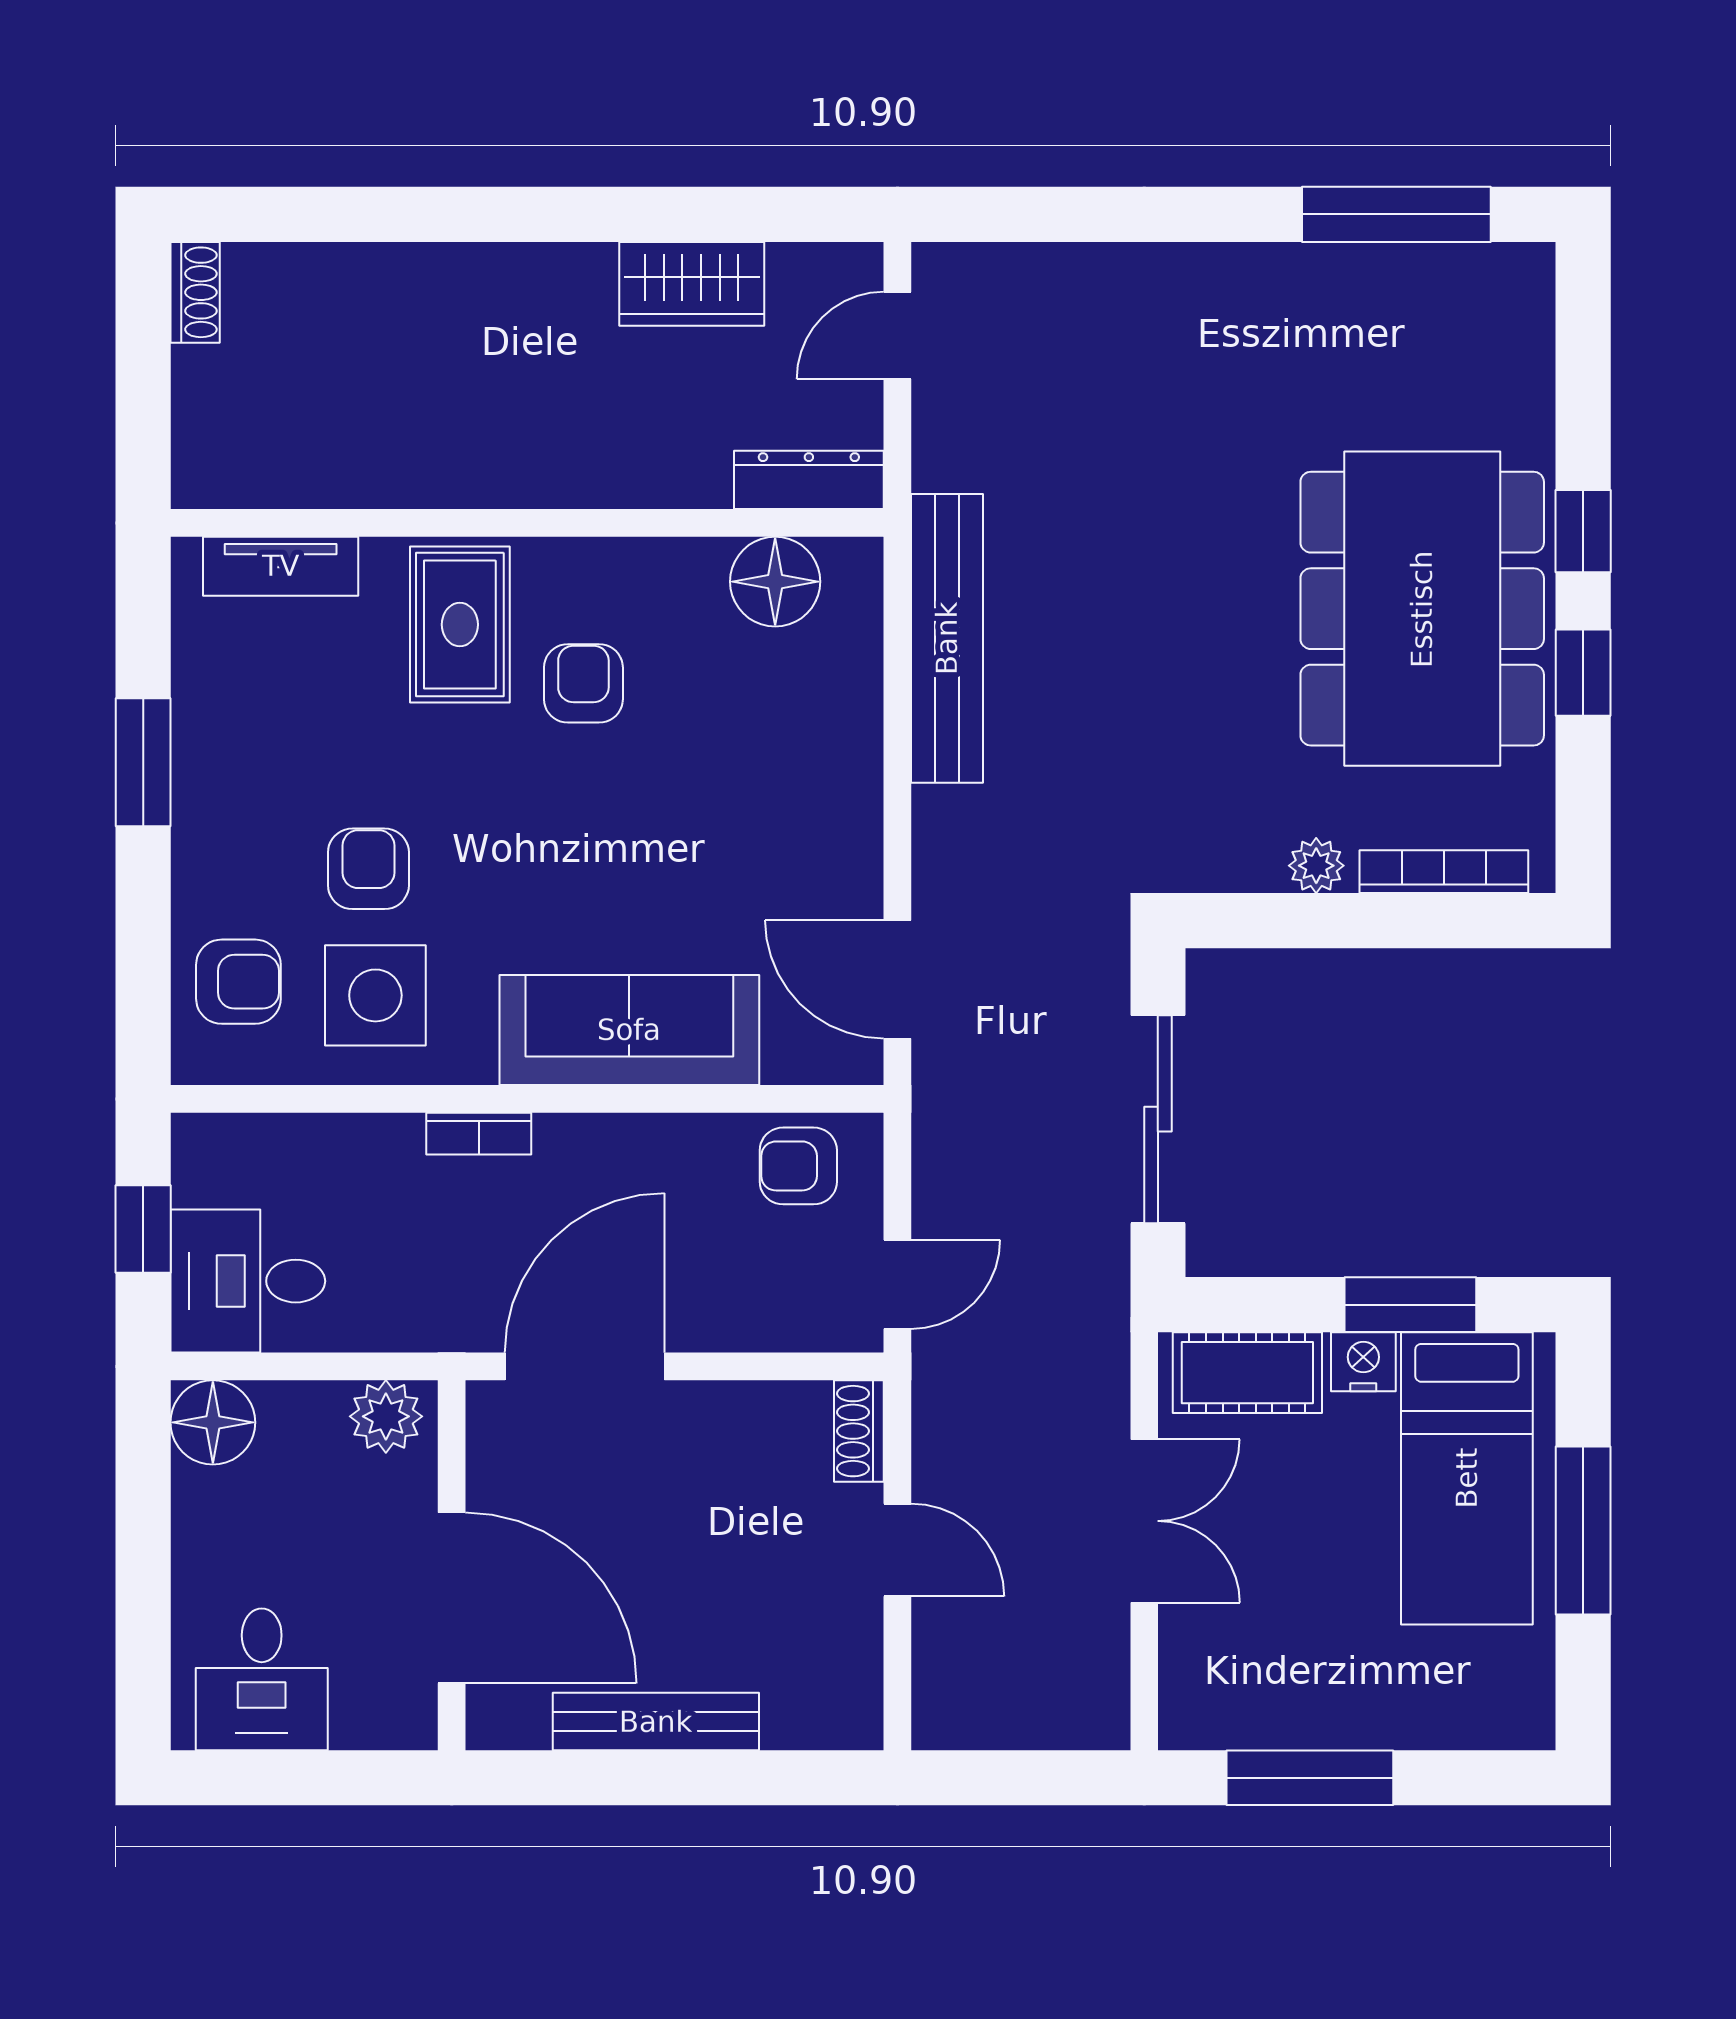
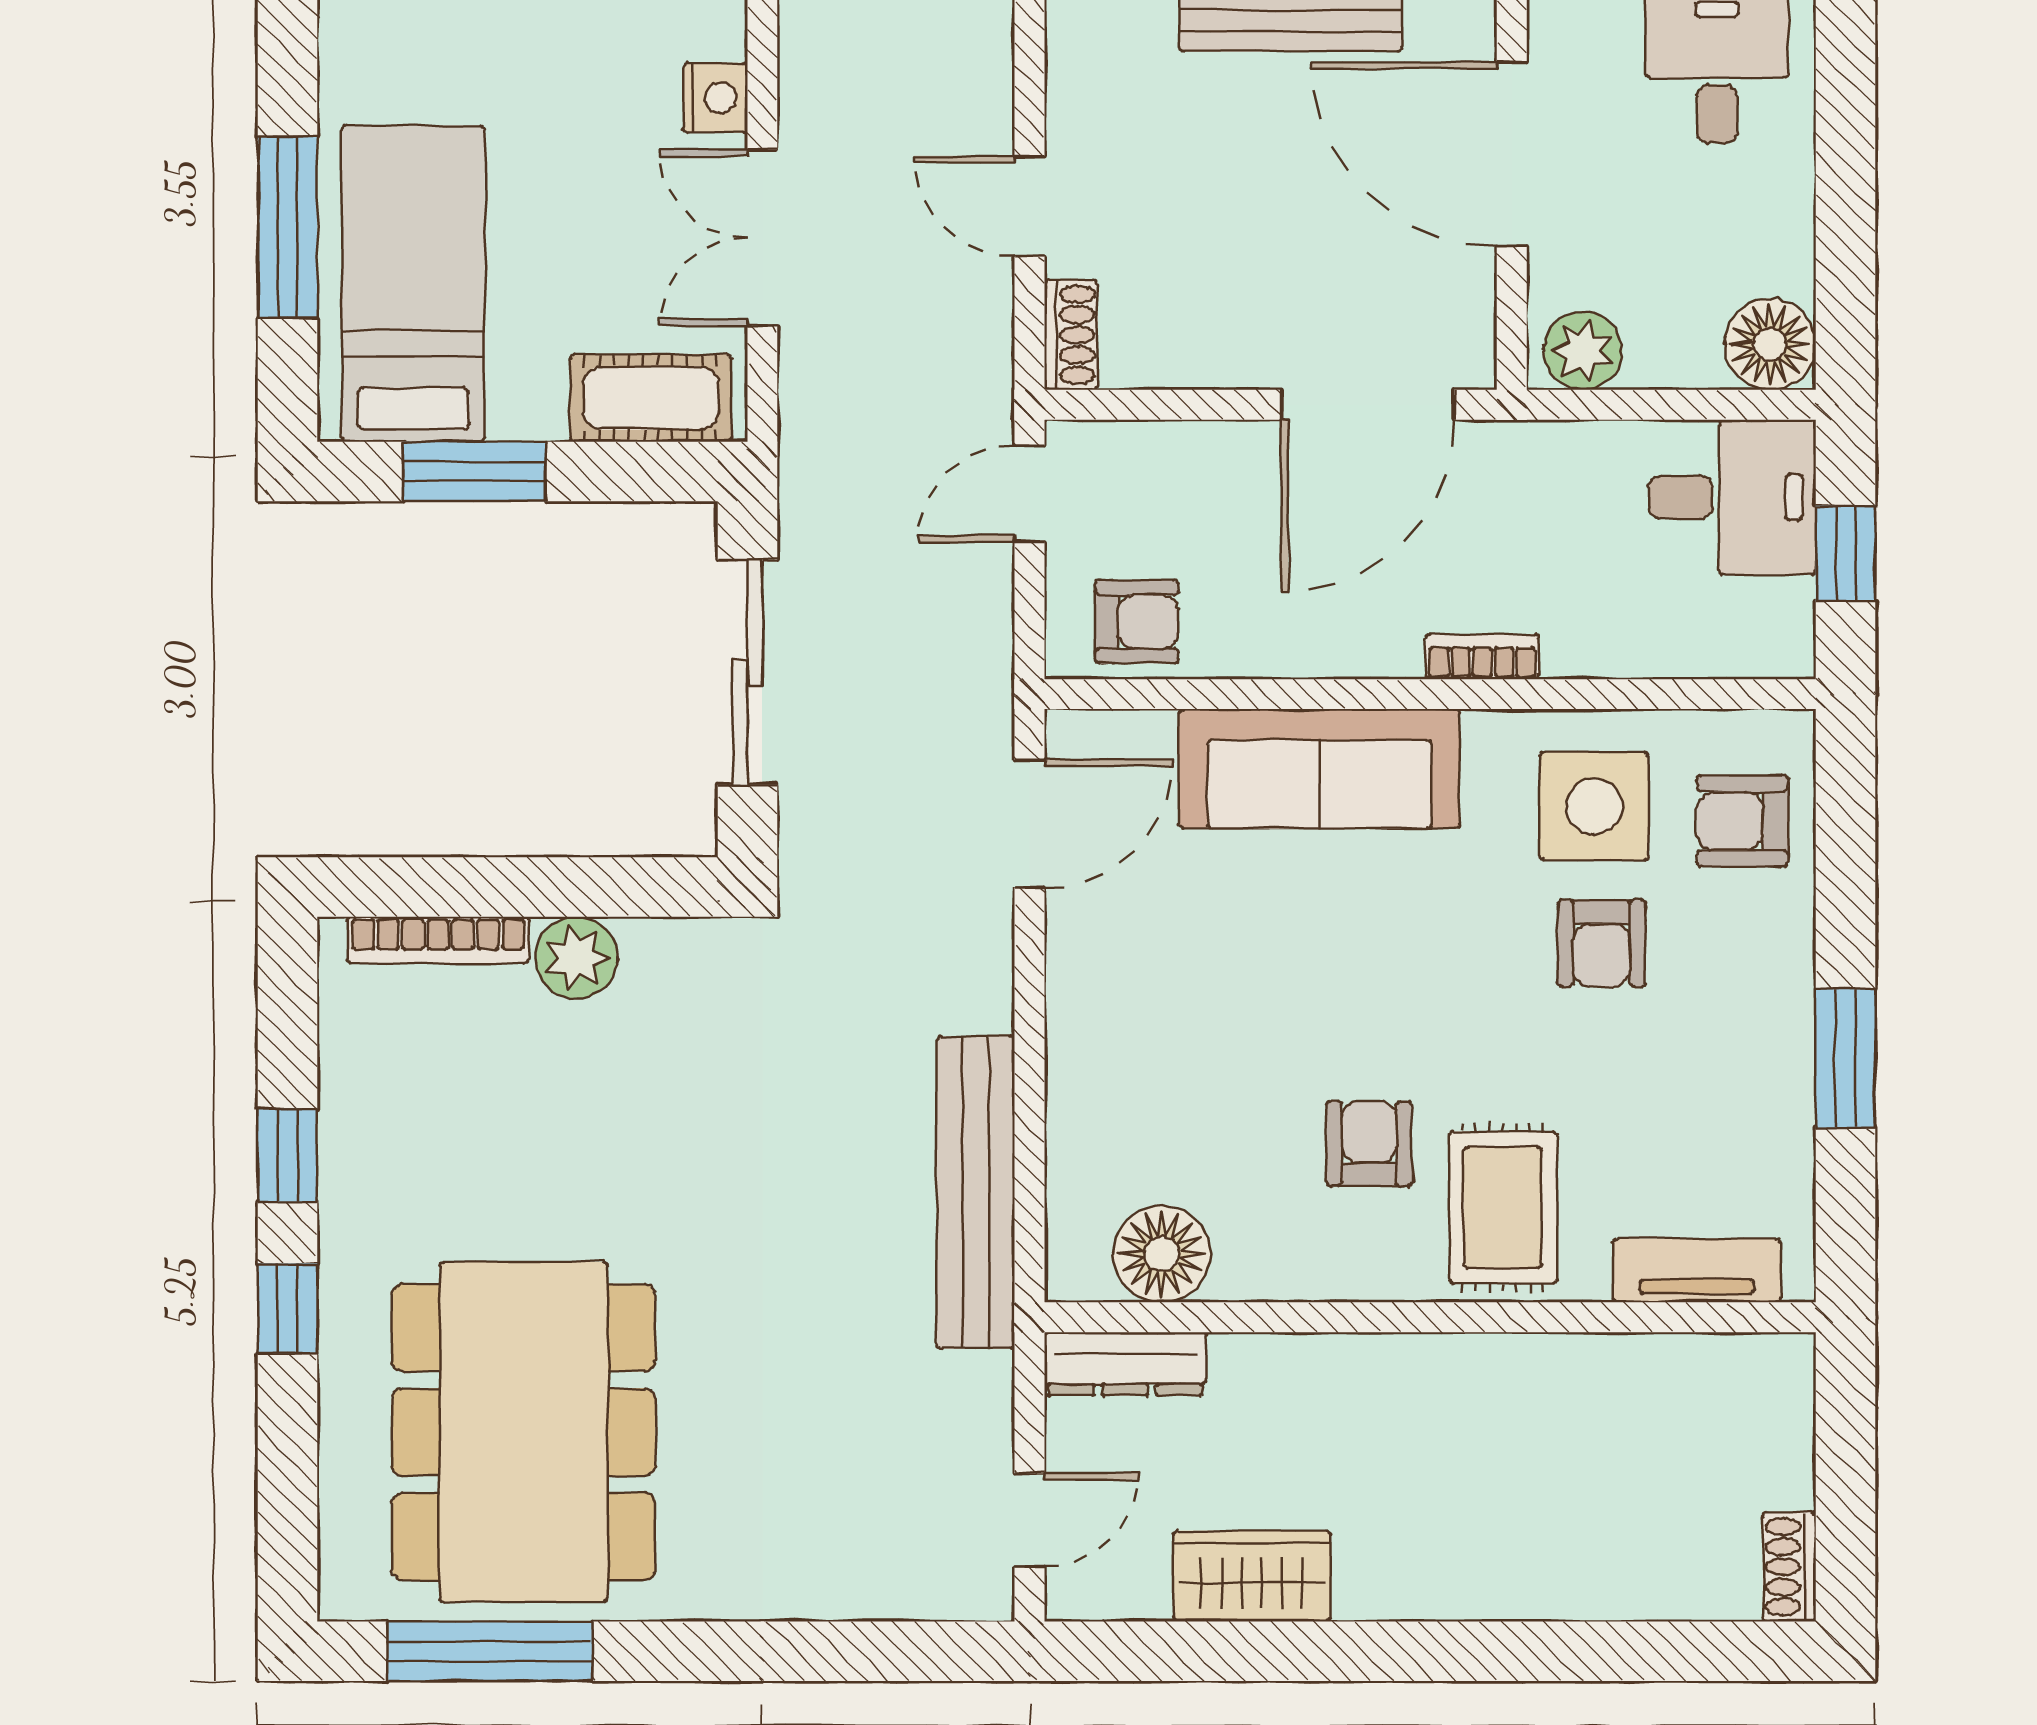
dining table: (1422, 609) -> (524, 1432), moved
armchair: (583, 683) -> (1369, 1144), turned 180
plant: (1316, 866) -> (576, 958), width x1.38, depth x1.38
door: (897, 979) -> (1029, 824), hinge flipped
nightstand: (1363, 1362) -> (715, 98), moved, turned -90

